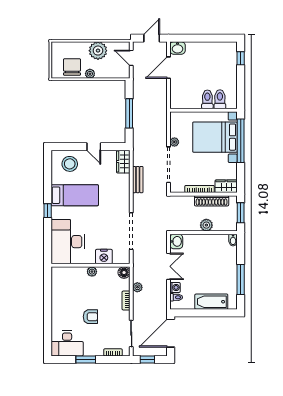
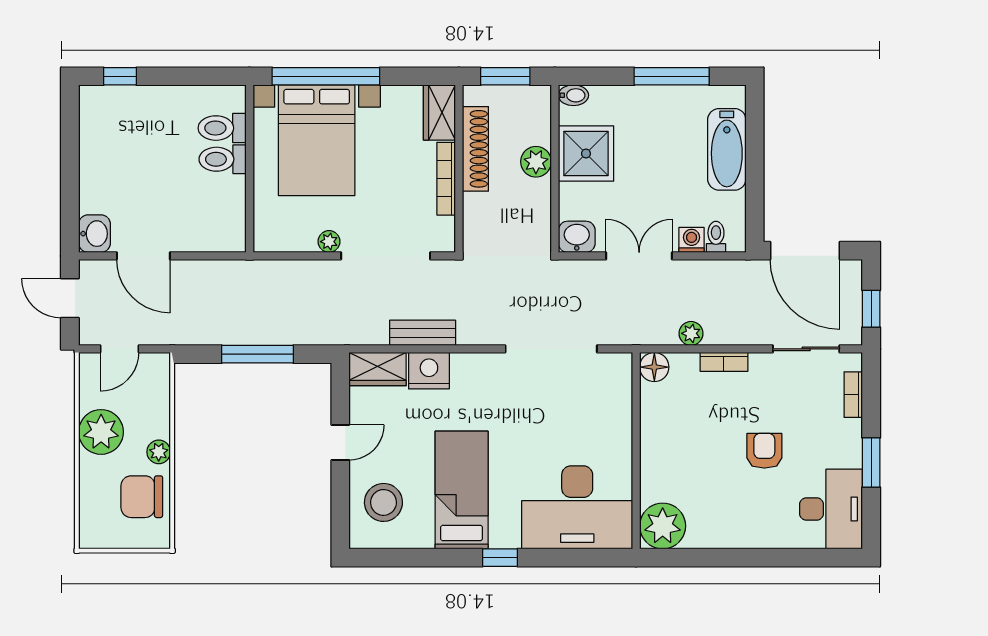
shower: (210, 245) -> (586, 154), added
nightstand: (104, 257) -> (429, 371), moved, turned -90
plant: (92, 272) -> (663, 526), moved, width x1.87, depth x1.87

